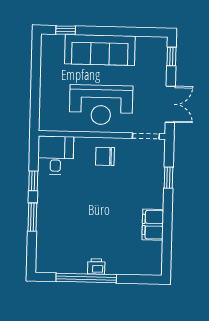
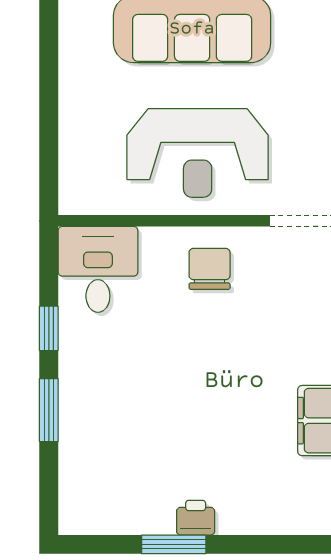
chair: (105, 156) -> (210, 269), turned 90
window: (86, 278) -> (174, 544), width x0.47

